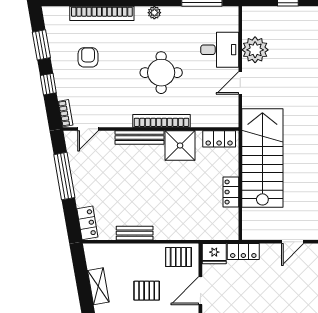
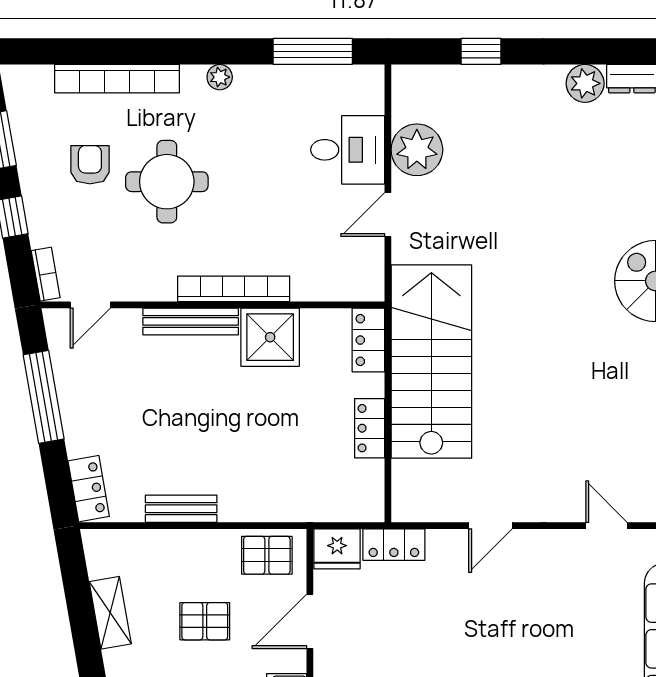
round table: (161, 73) -> (167, 182), moved
locker: (219, 139) -> (368, 340), moved, turned 90

